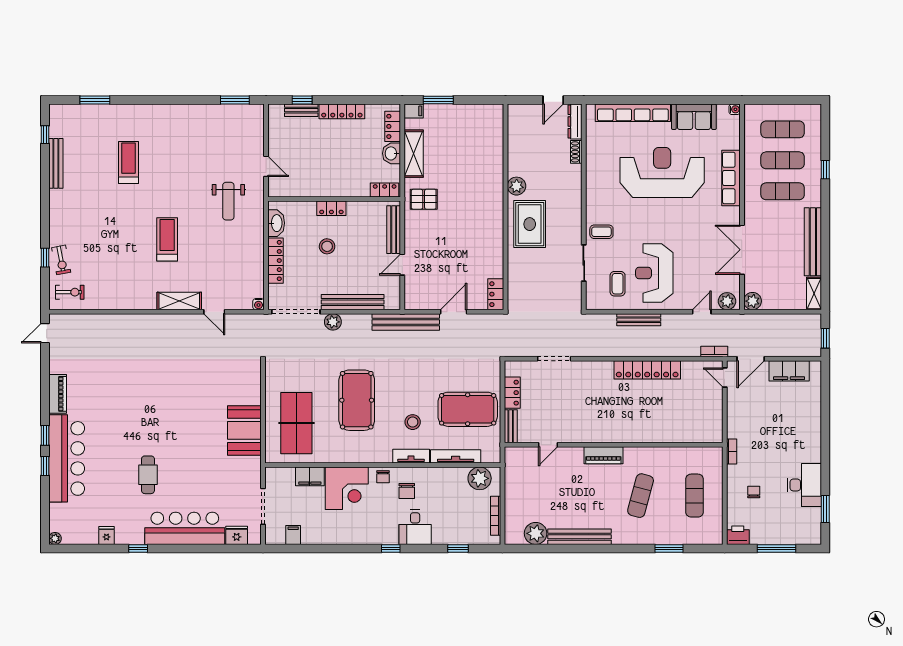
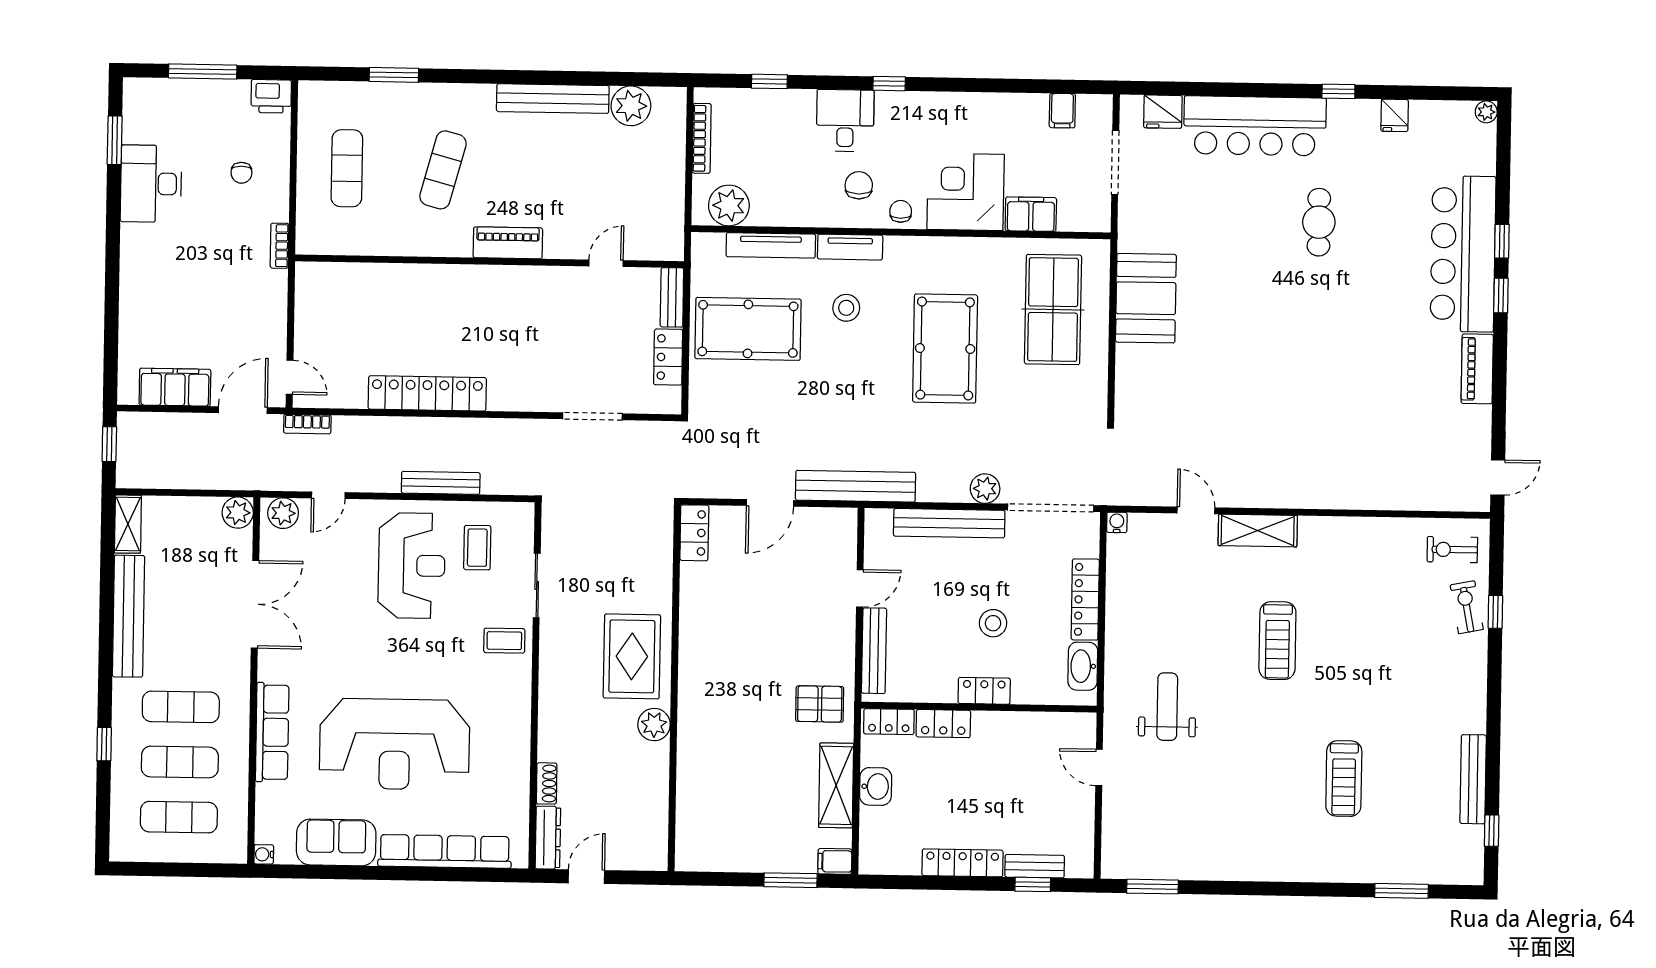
locker: (393, 126) -> (943, 724), moved, turned 90

